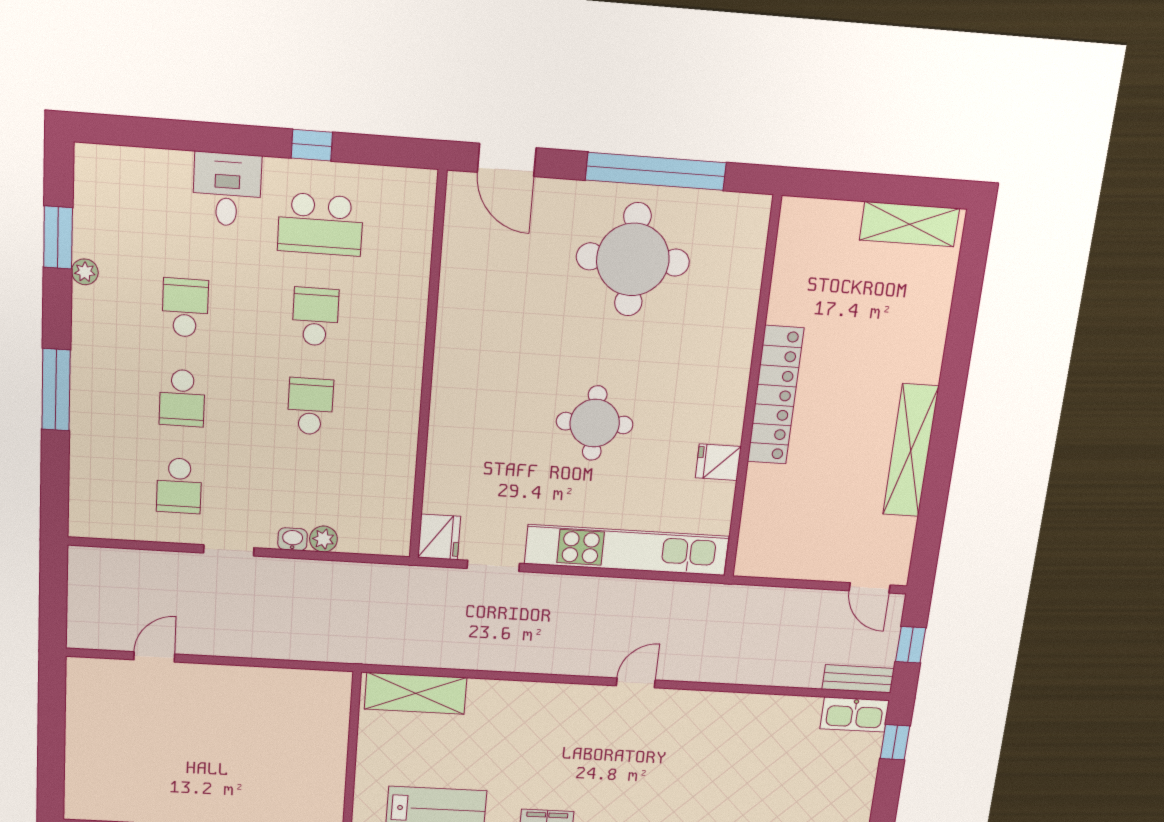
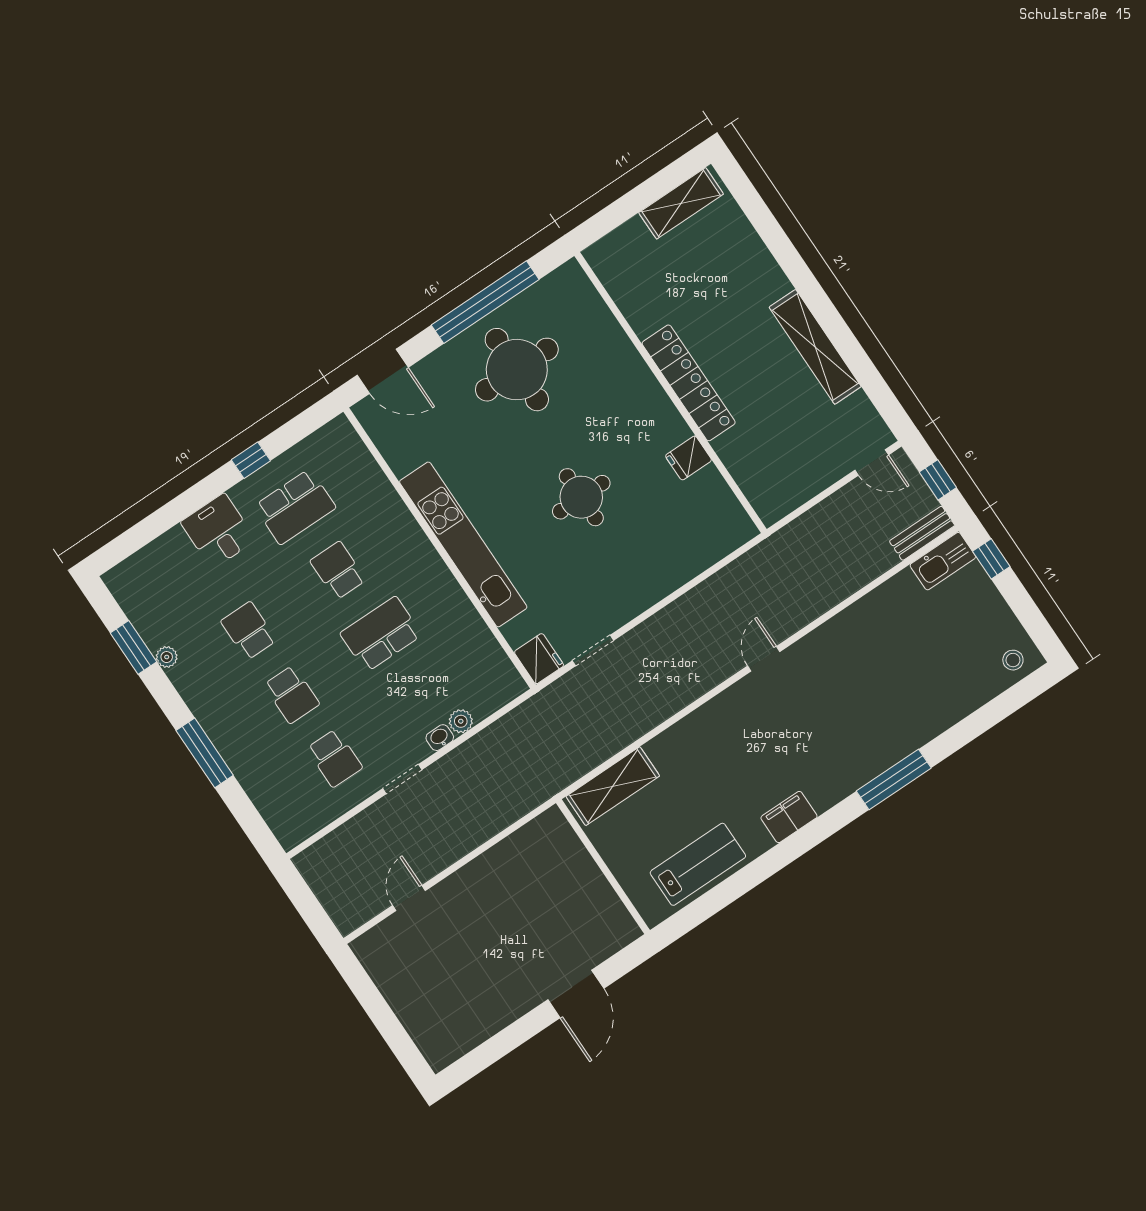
school desk: (310, 406) -> (381, 634), width x1.85
kitchen unit: (627, 550) -> (463, 544), moved, turned 90

